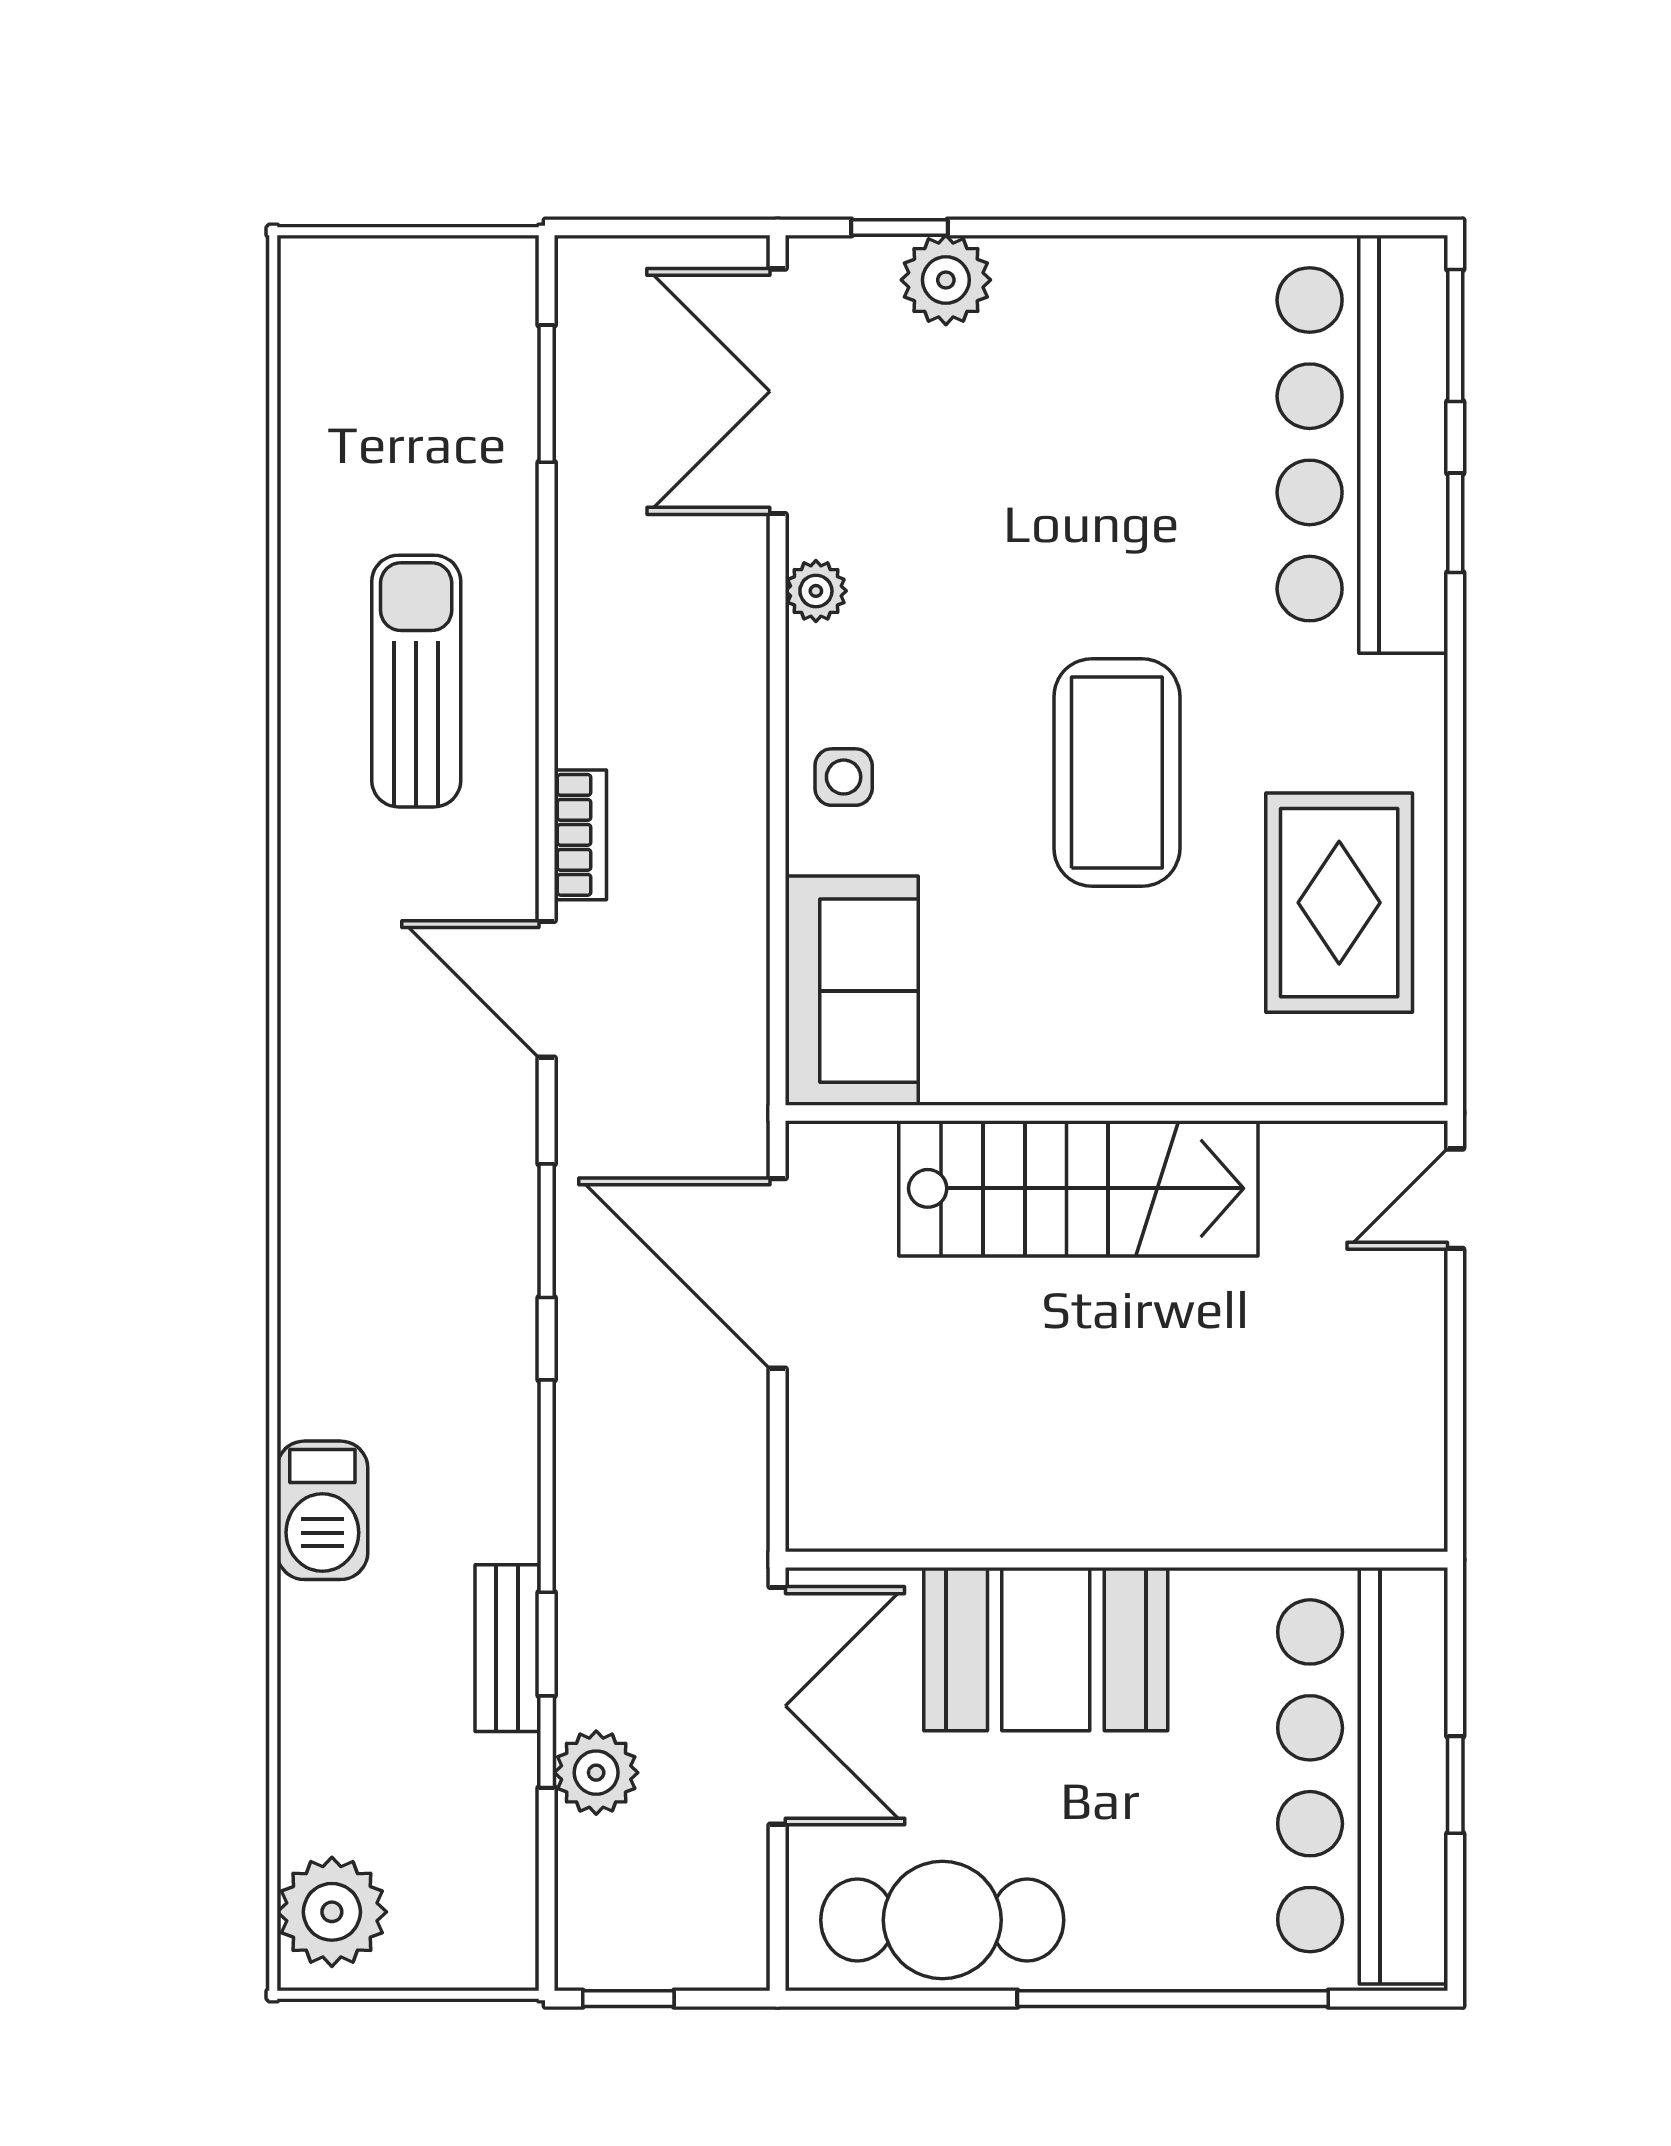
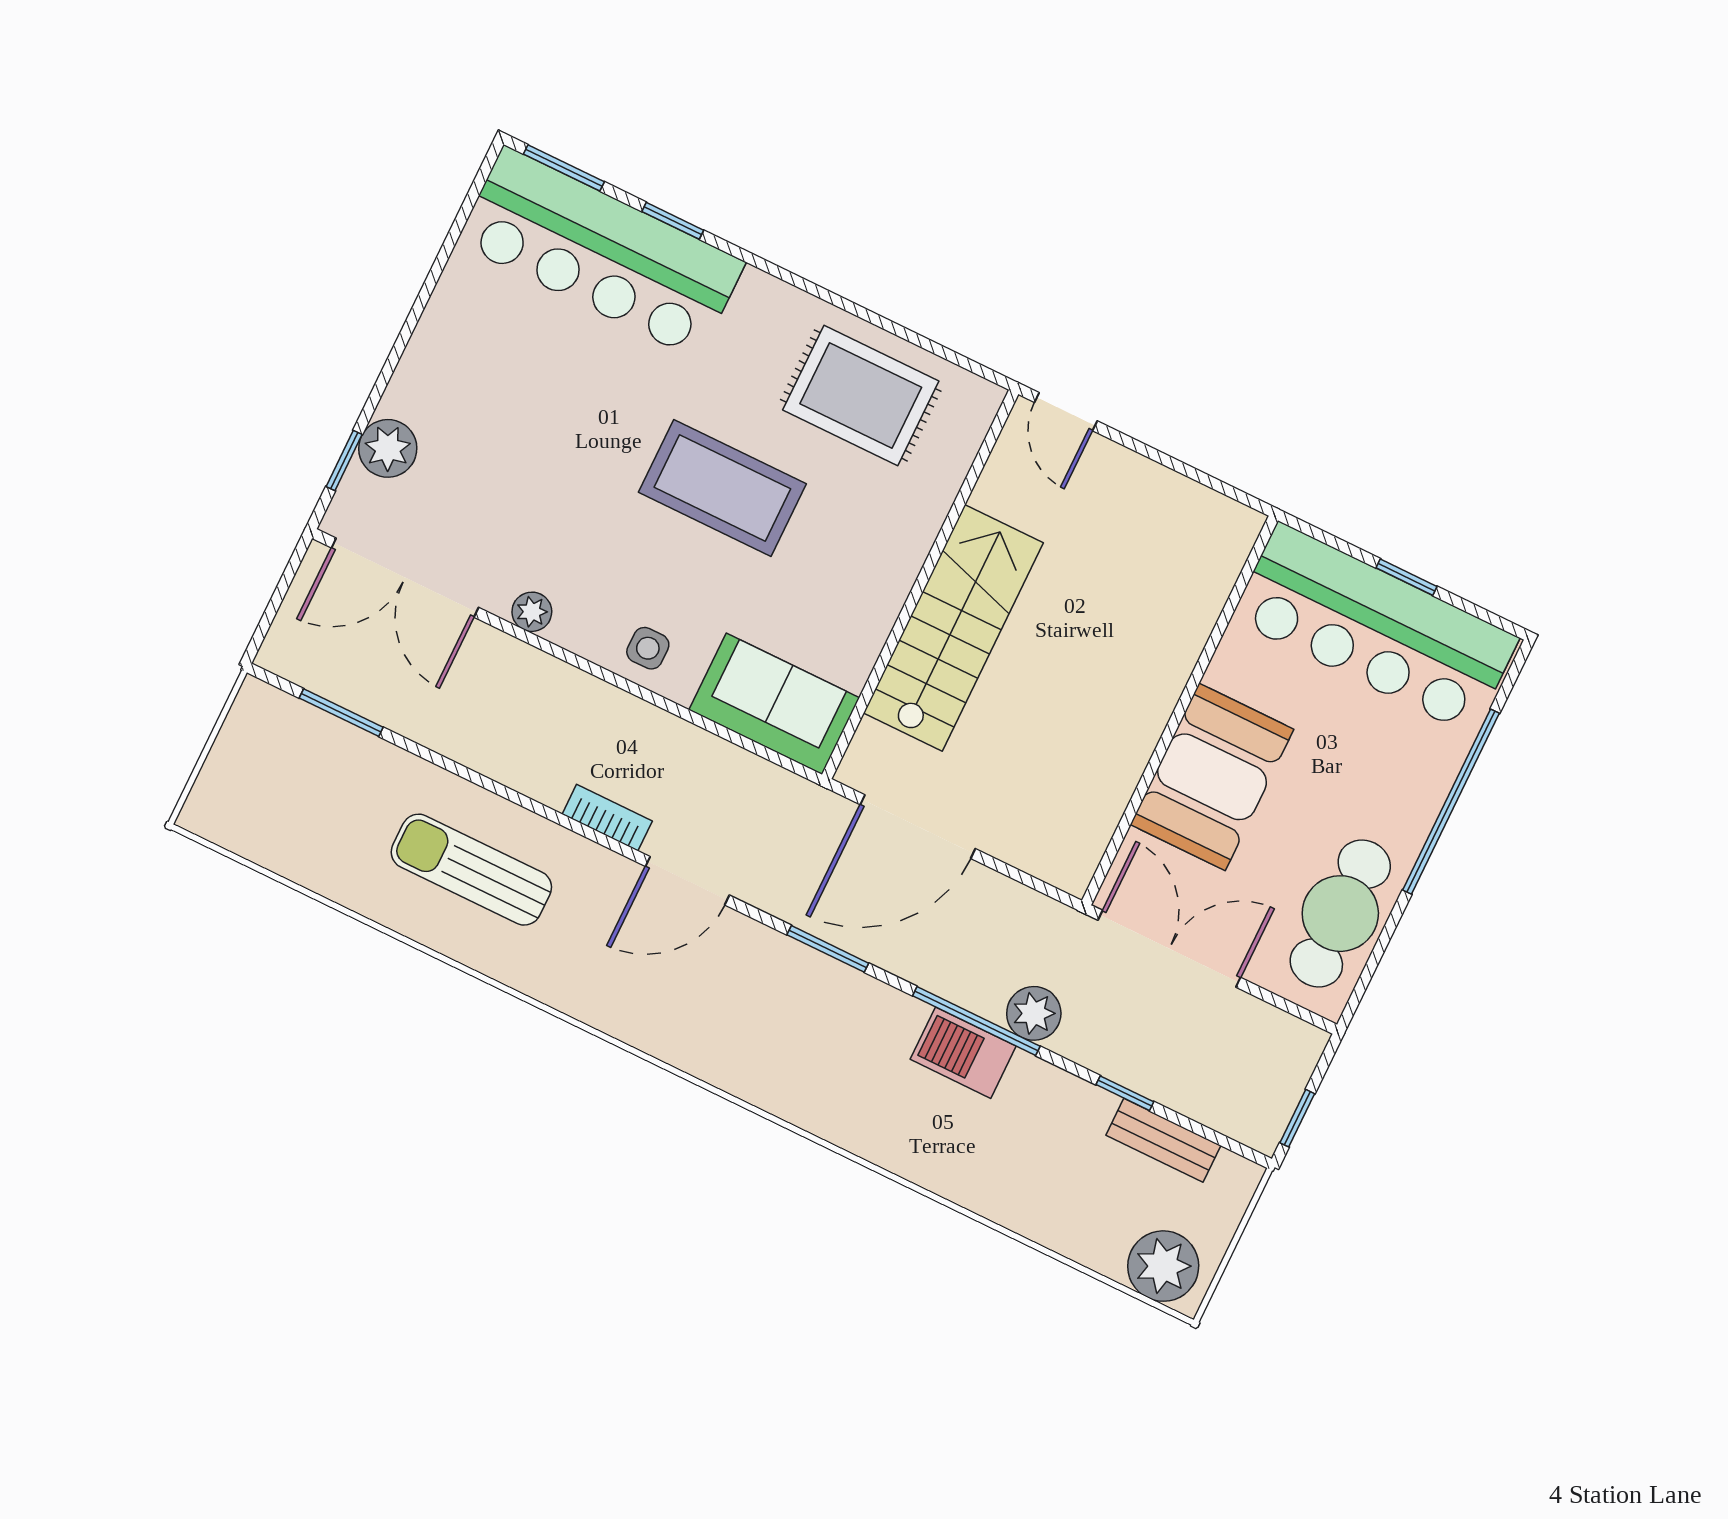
barbecue: (322, 1510) -> (963, 1053), moved, turned 180
bench: (507, 1648) -> (1163, 1140), moved
plant: (596, 1773) -> (1034, 1013), moved

